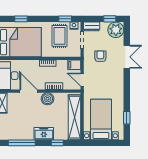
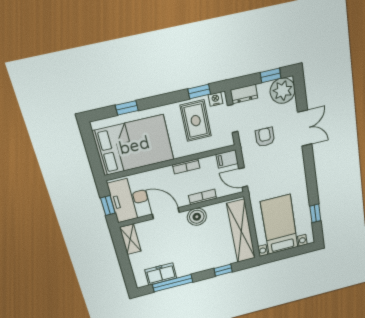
freezer: (44, 134) -> (161, 274), moved

